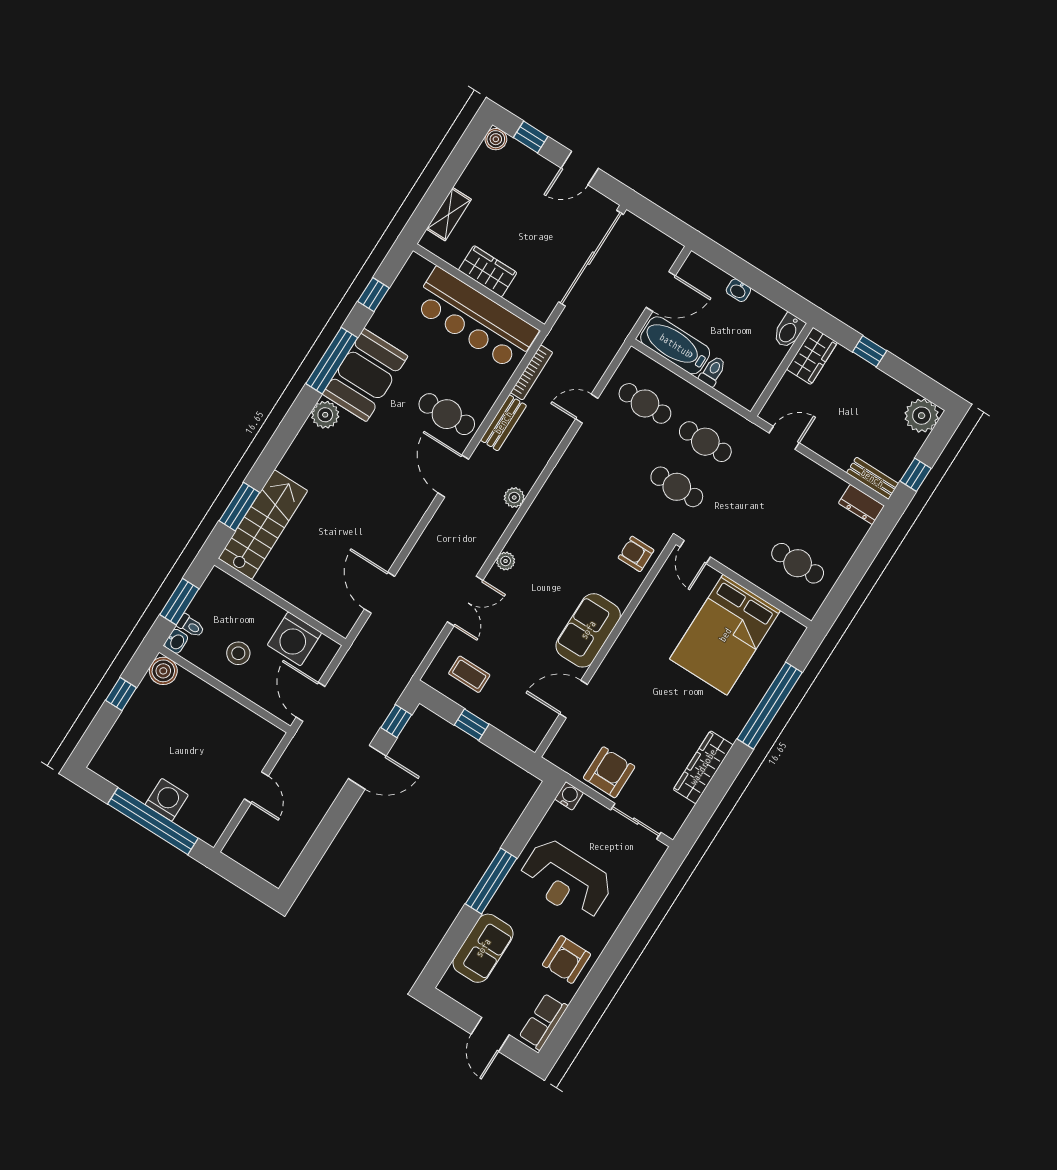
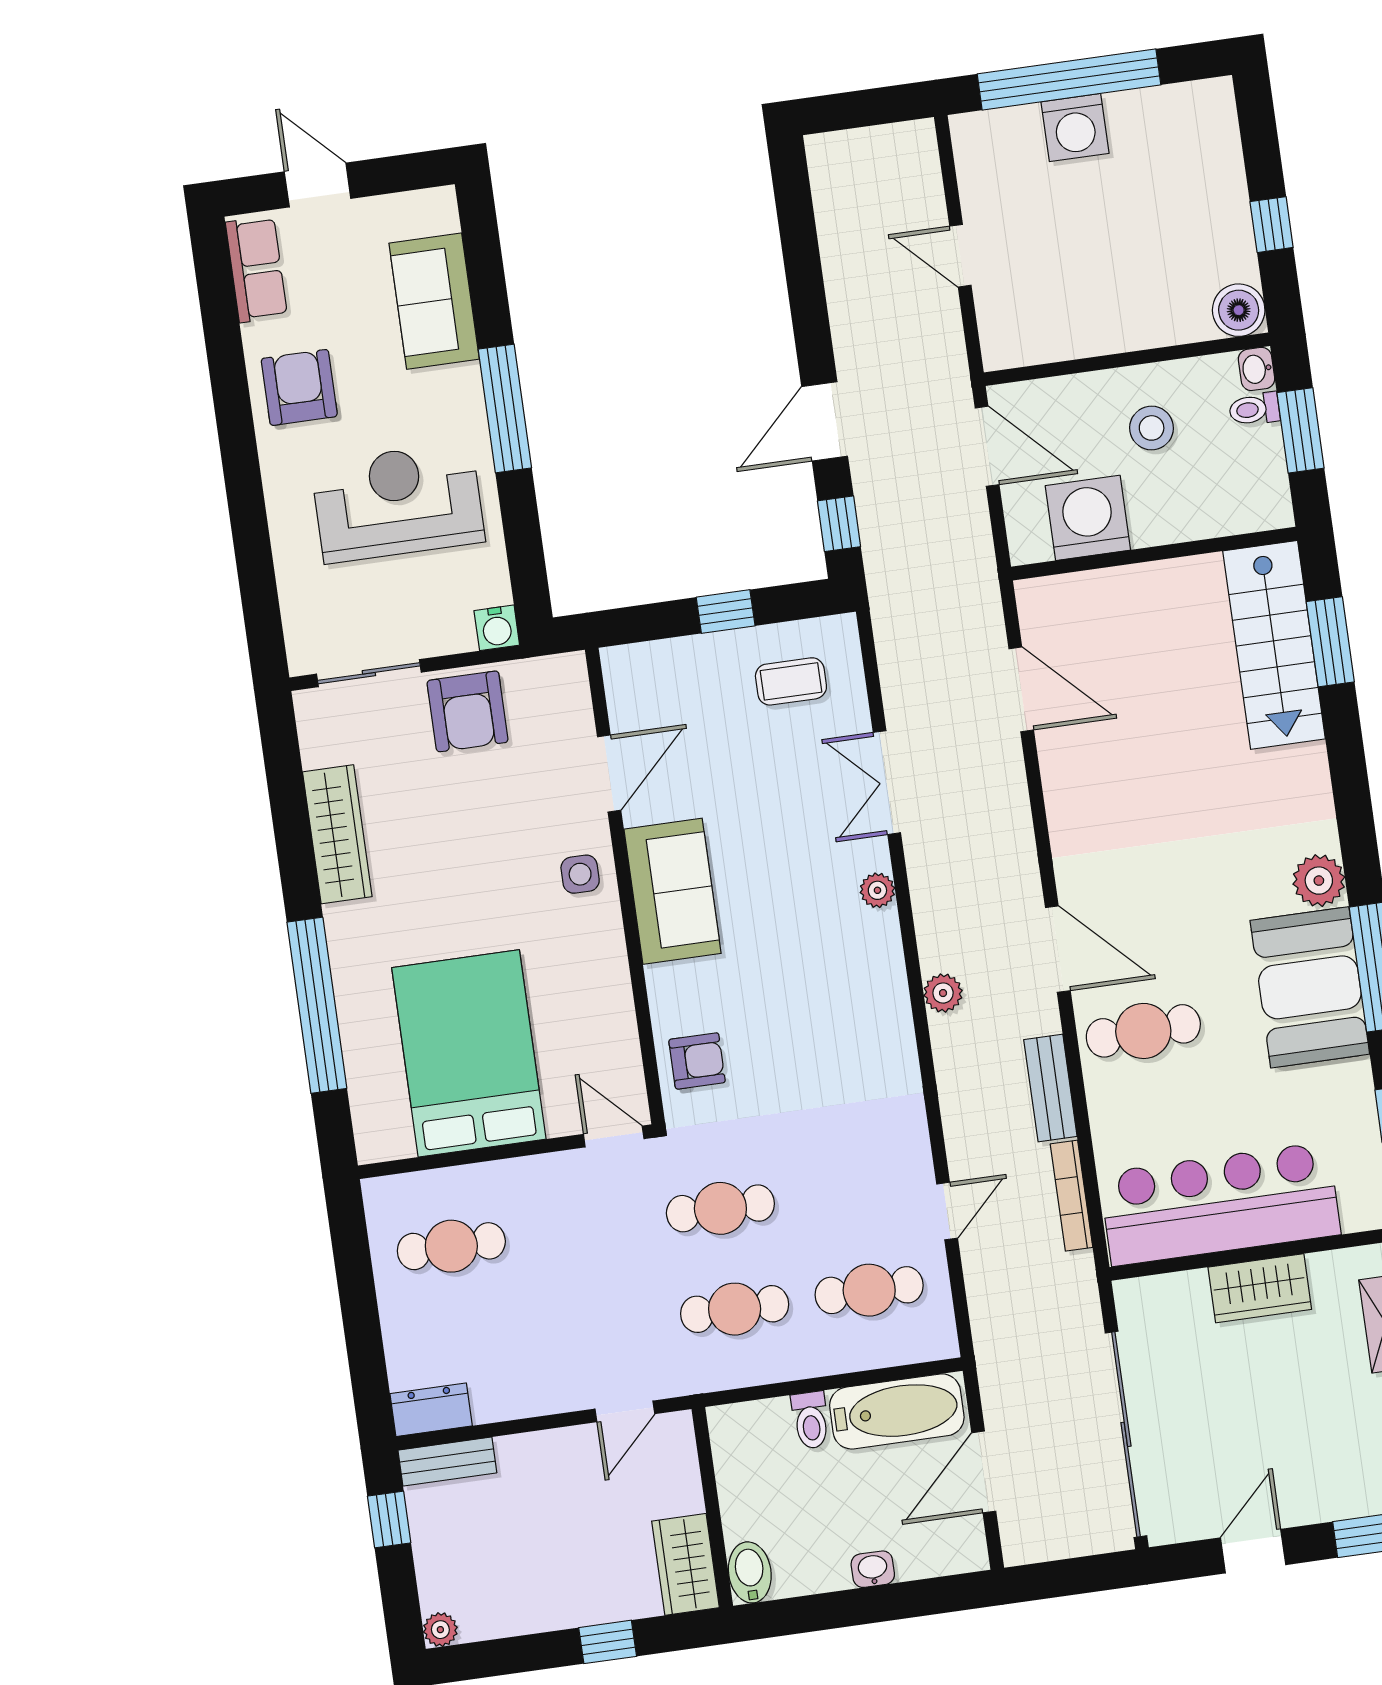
plant: (922, 416) -> (440, 1630), width x0.53, depth x0.53
side table: (619, 669) -> (580, 874), added

